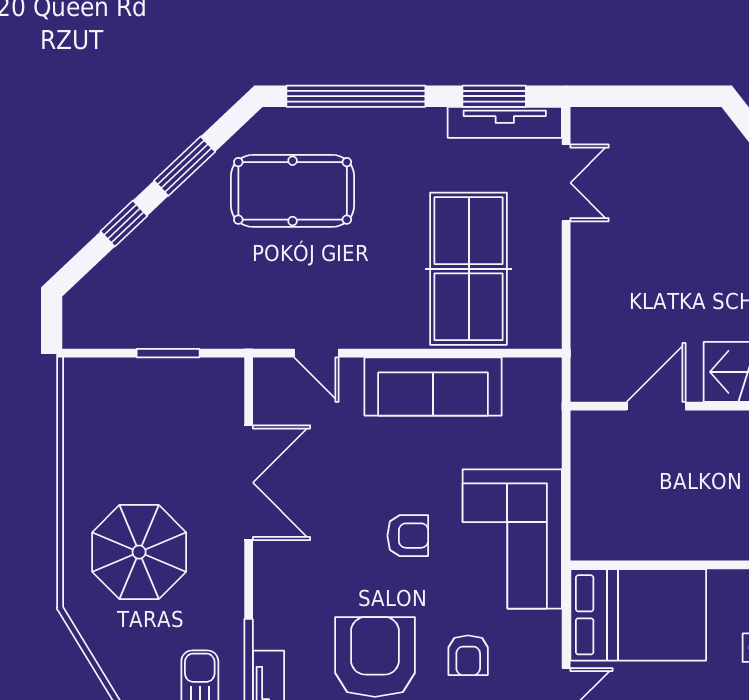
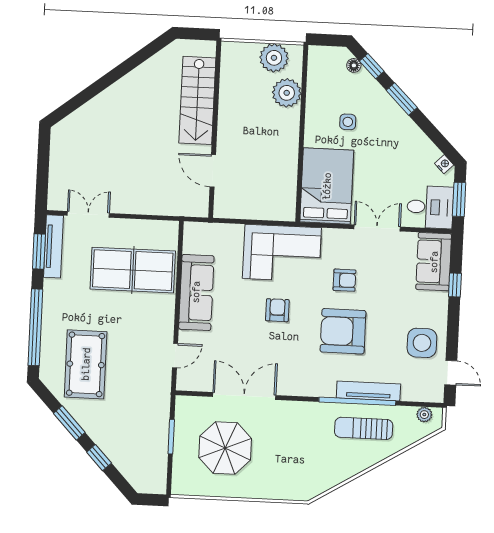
parasol: (139, 552) -> (225, 448), moved

